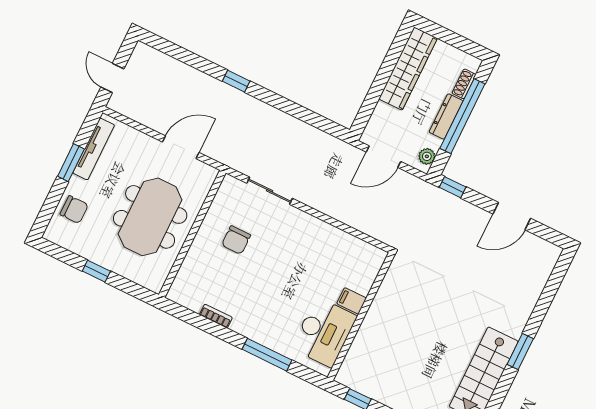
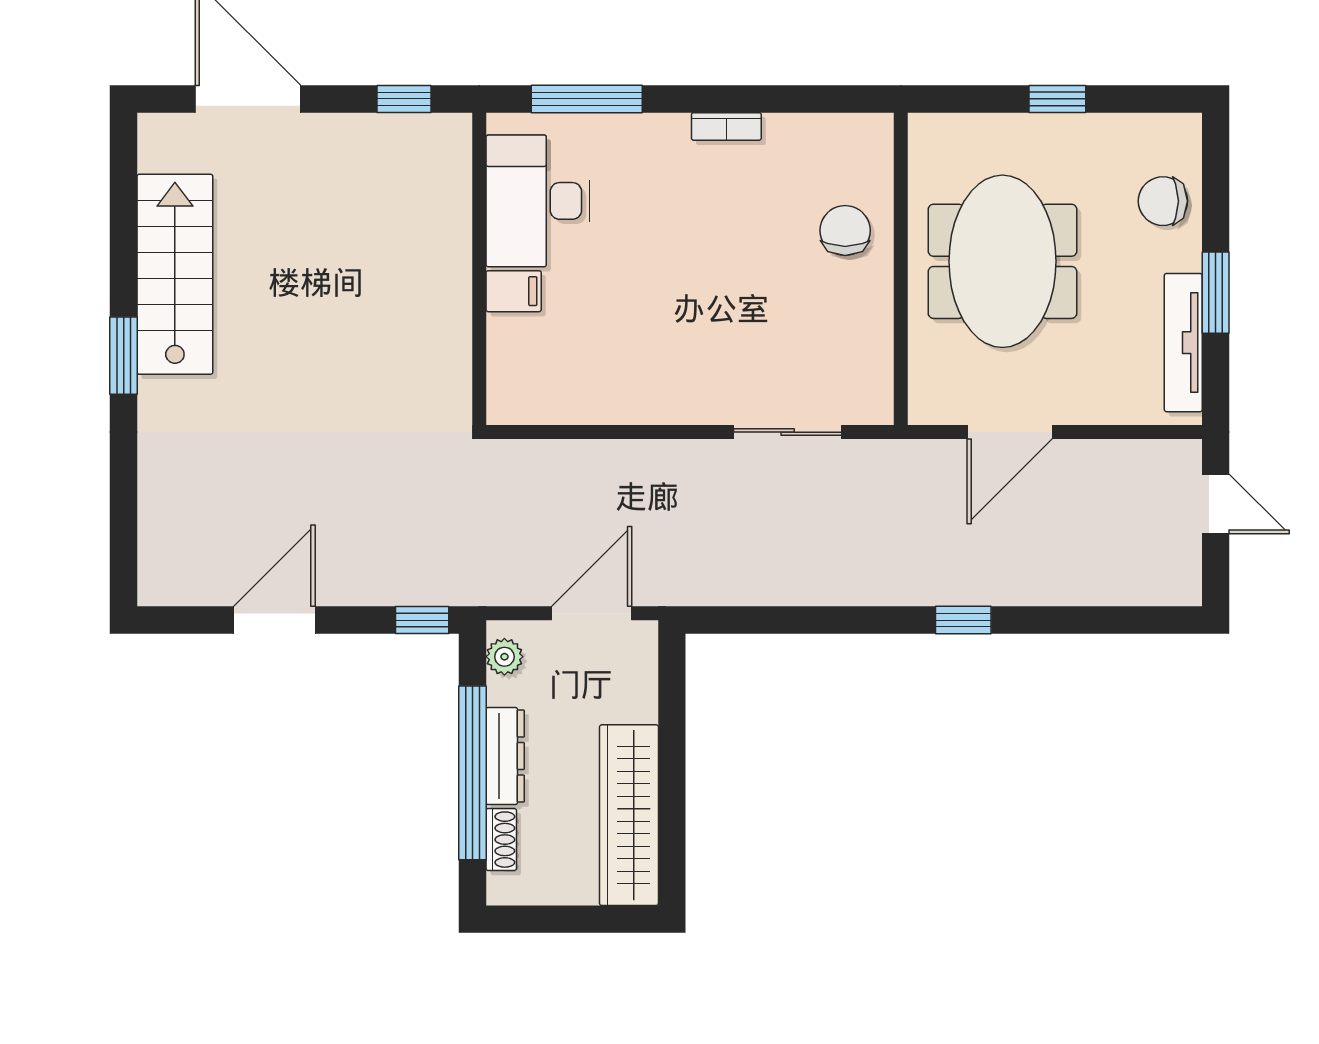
chair: (236, 240) -> (845, 230), moved
bookcase: (216, 316) -> (726, 126), moved
window: (267, 355) -> (587, 99), moved

